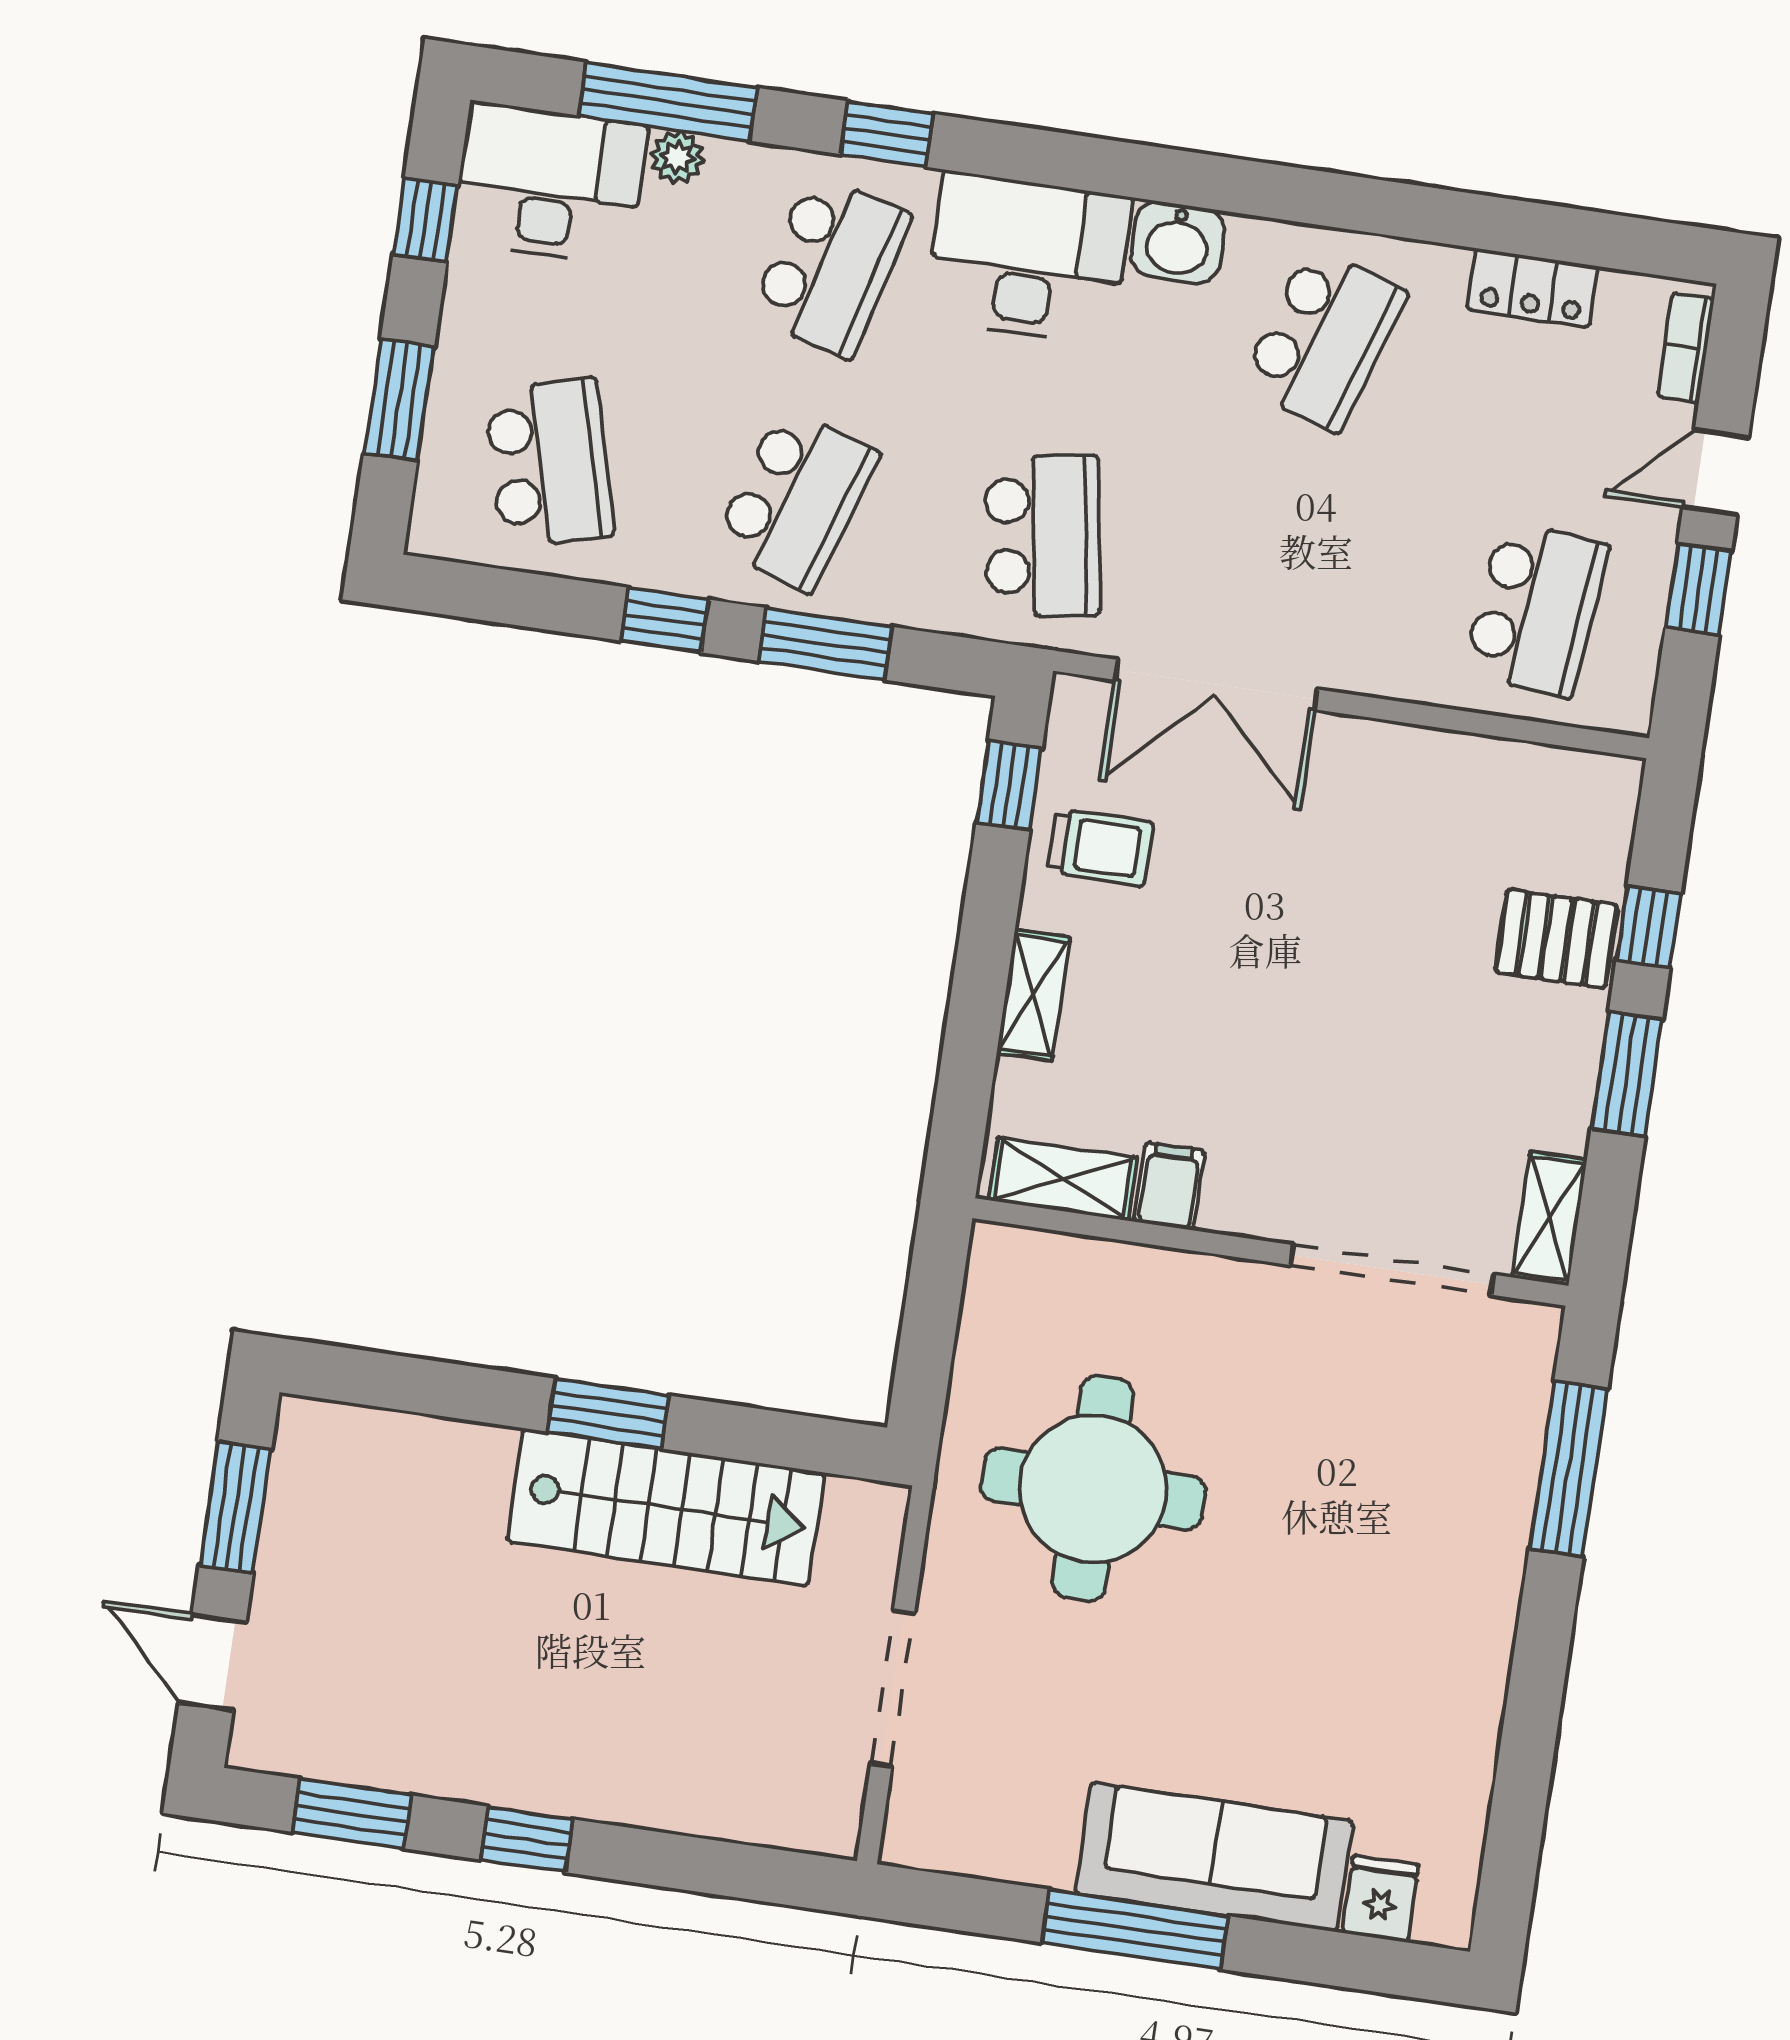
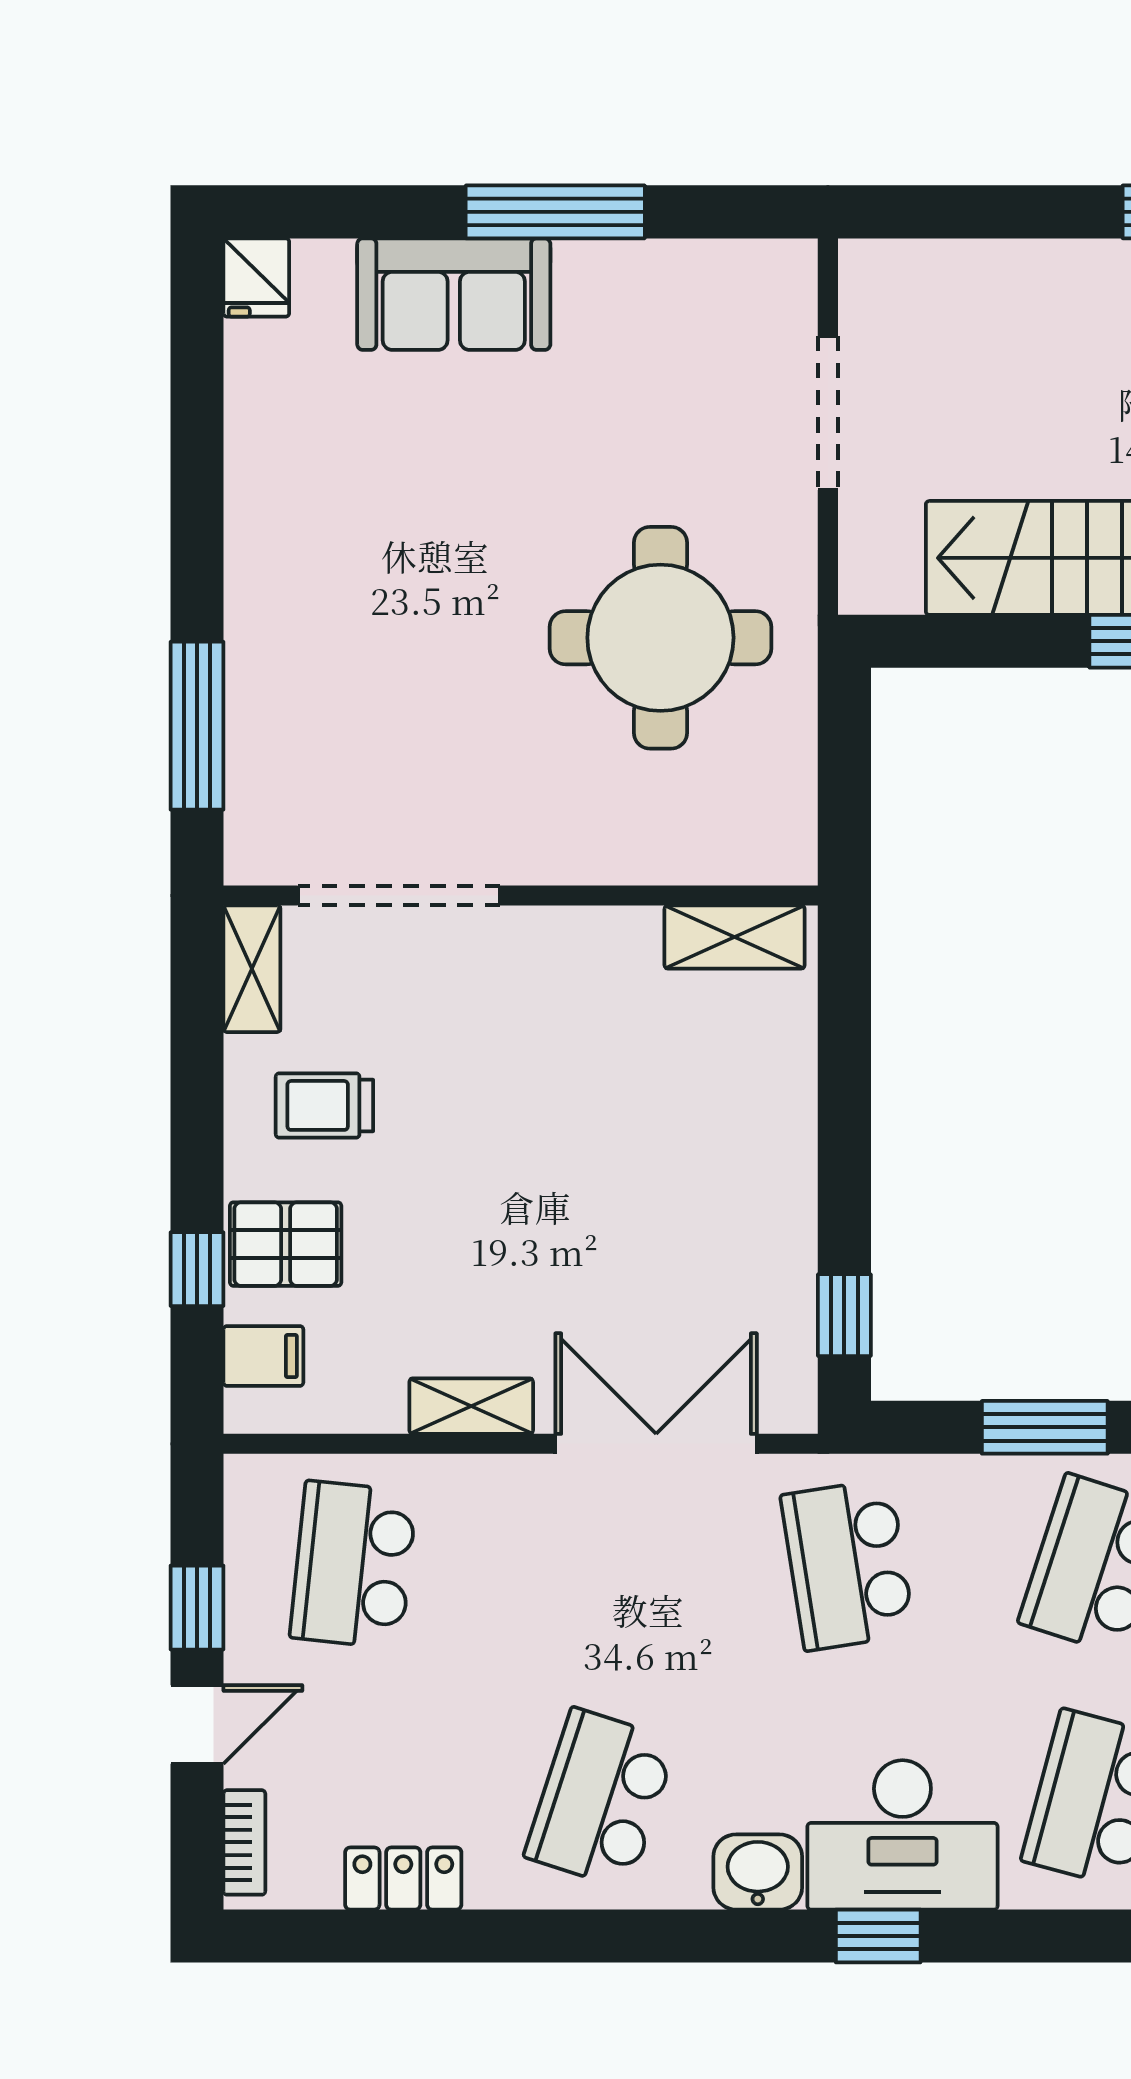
window: (887, 134) -> (878, 1936), moved
trolley: (1101, 847) -> (324, 1105), moved
shelving: (1033, 995) -> (471, 1406), moved, turned 90
window: (1627, 1074) -> (197, 1121), removed
filing cabinet: (1169, 1186) -> (263, 1356), moved, turned -90
sofa: (1214, 1857) -> (454, 294), width x0.73
fridge: (1381, 1899) -> (256, 277), moved

